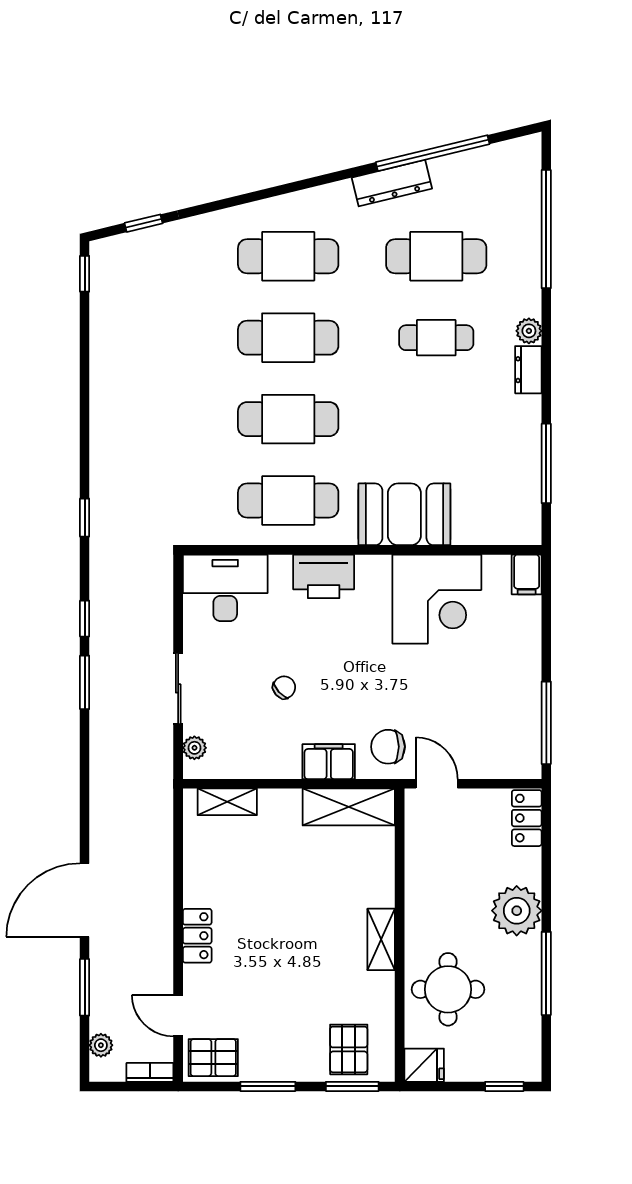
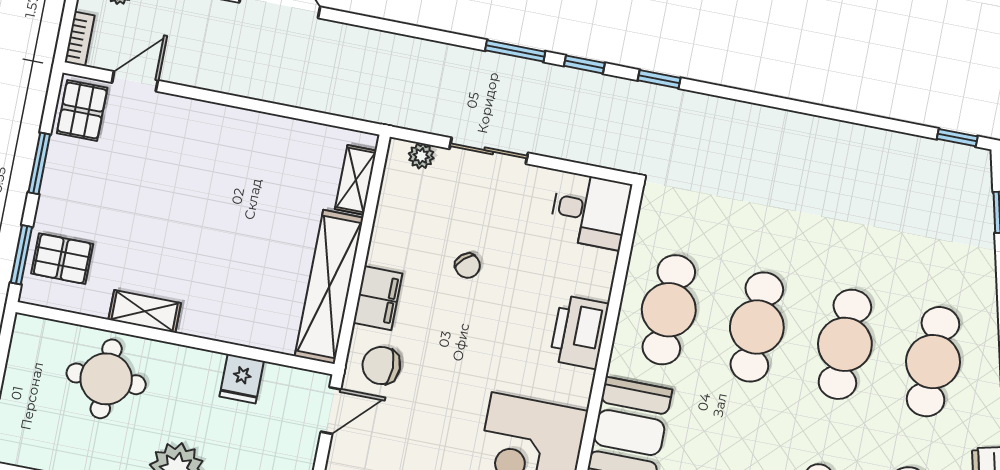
window: (85, 518) -> (659, 79), moved
desk: (225, 588) -> (590, 211), width x0.73
chair: (388, 747) -> (381, 365), turned -90
shelving: (349, 807) -> (329, 287), width x1.47
locker: (197, 936) -> (217, 119), removed
shelving: (381, 939) -> (145, 311), moved
fridge: (424, 1065) -> (242, 379), moved

